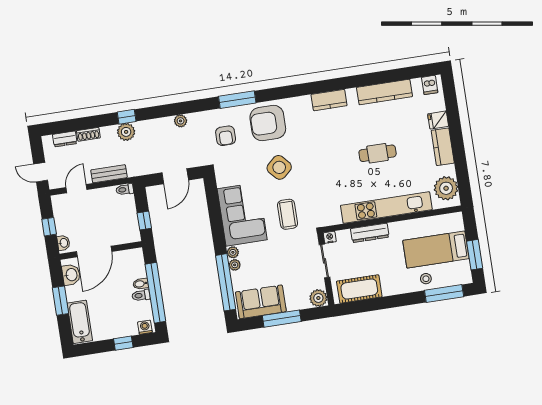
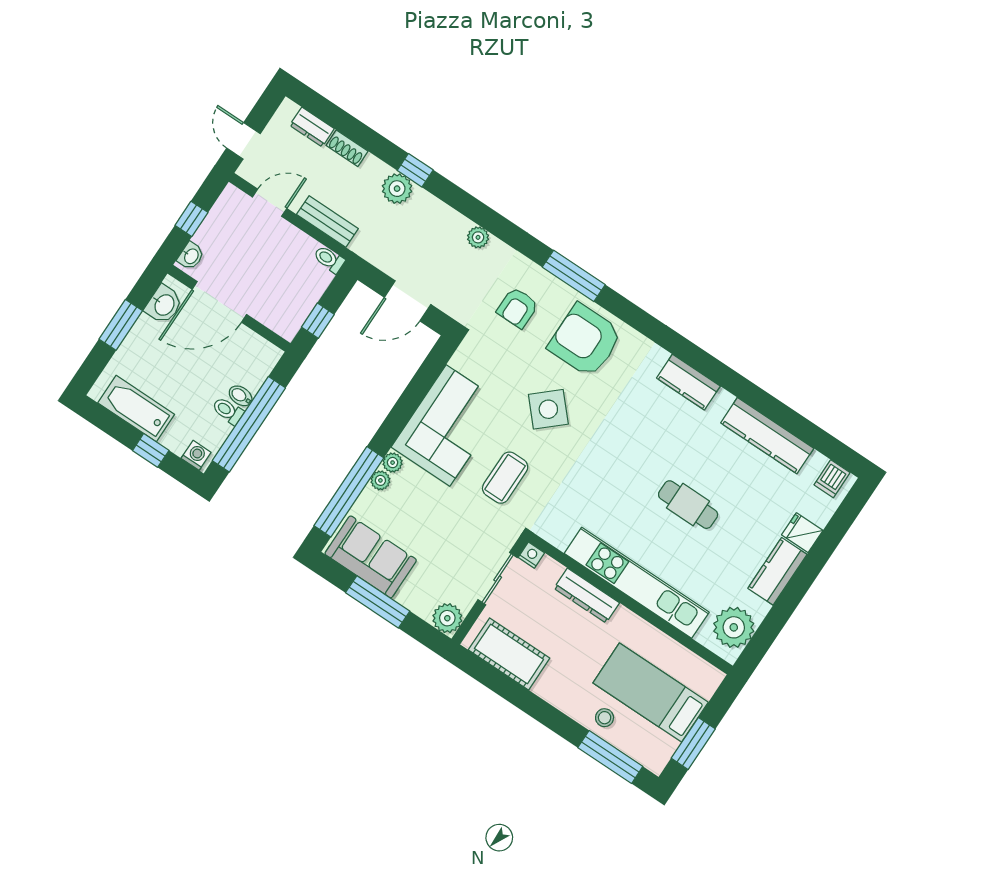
bathtub: (80, 322) -> (136, 409), moved, turned -90

